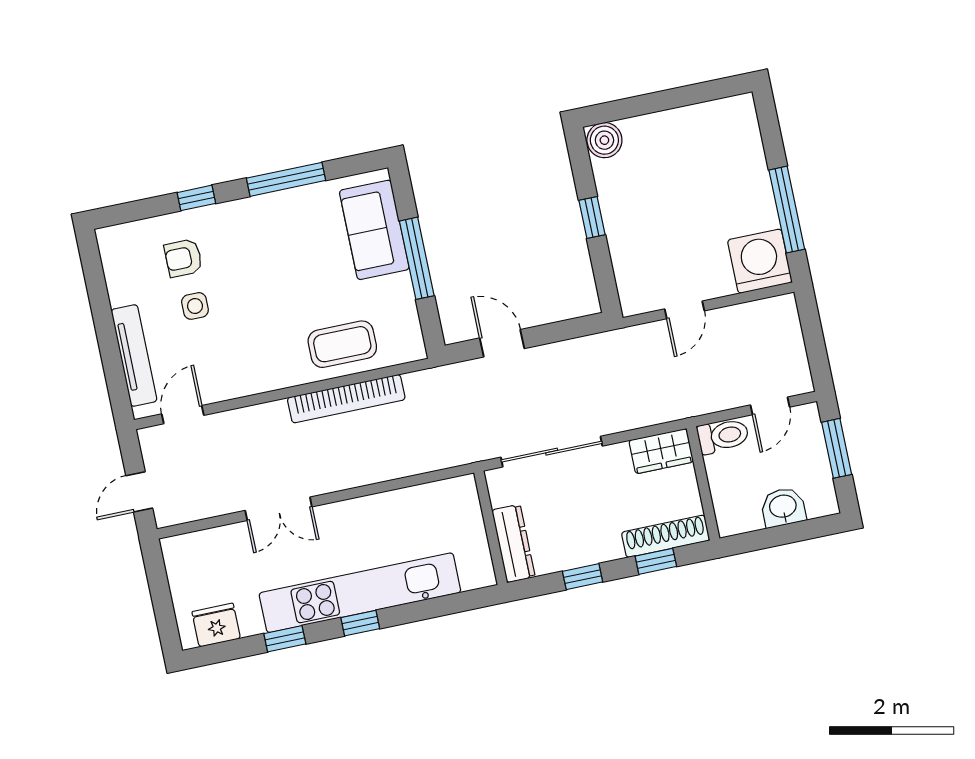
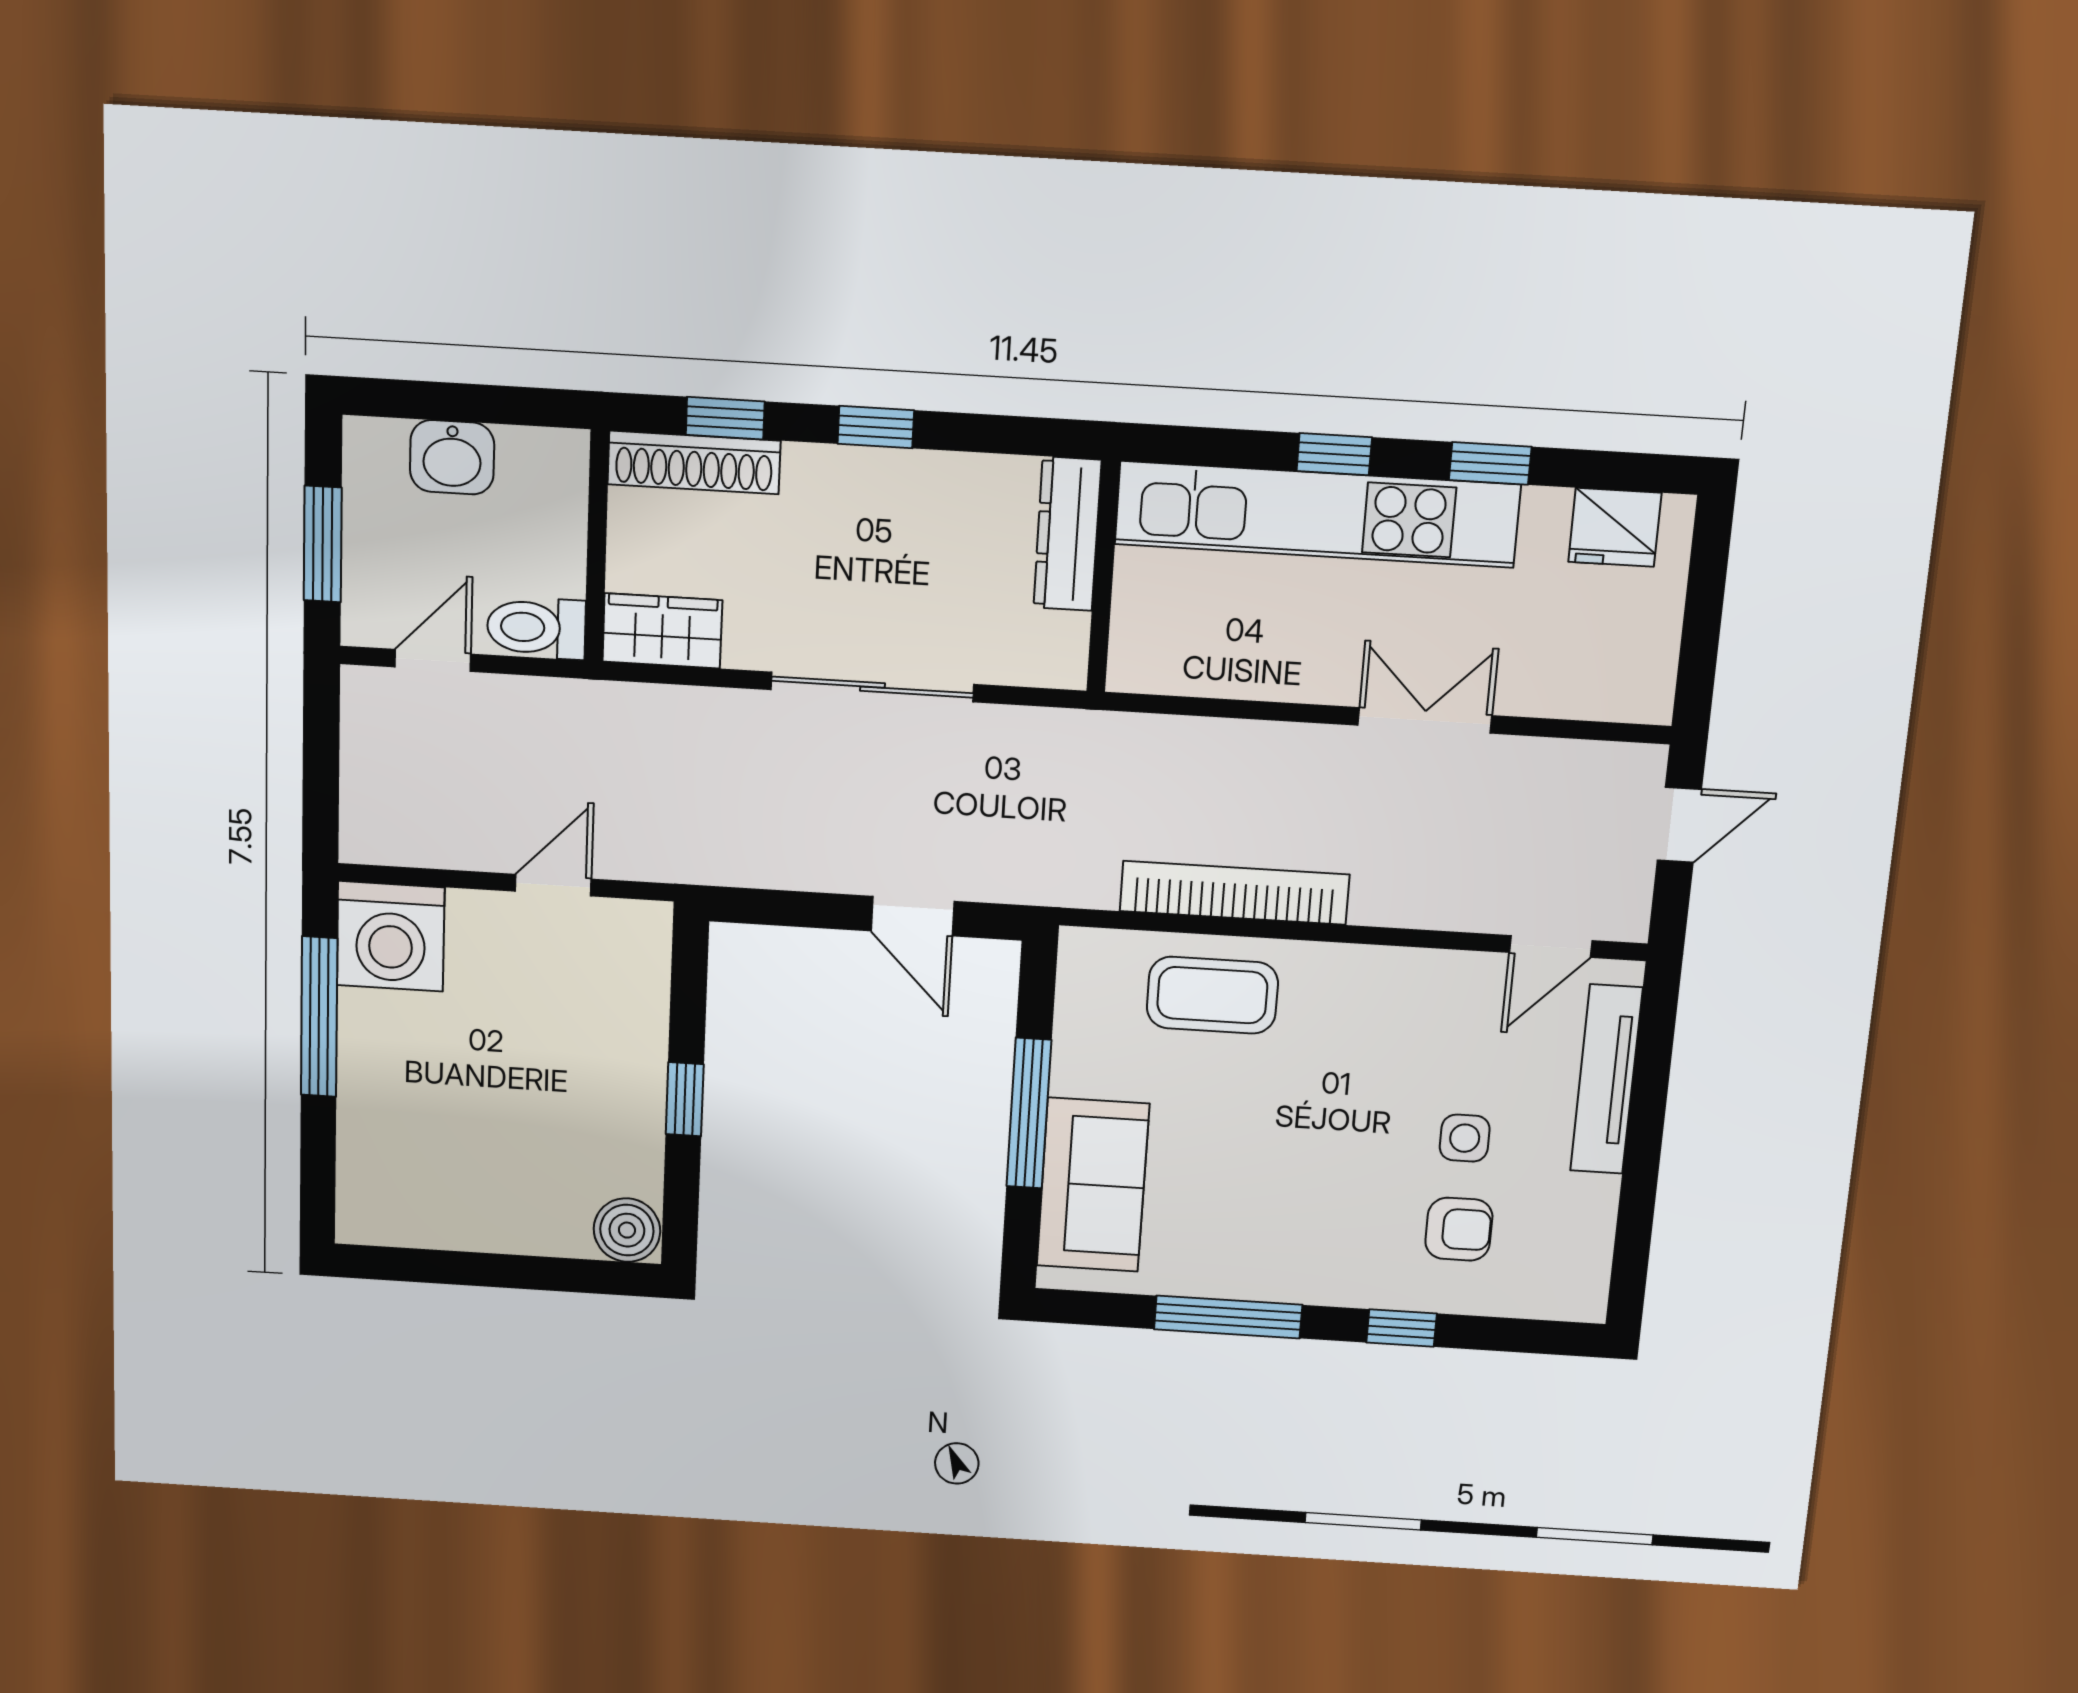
wall: (490, 528) -> (1103, 577), moved
dresser: (513, 543) -> (1067, 534), moved

